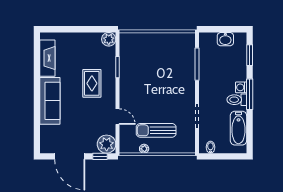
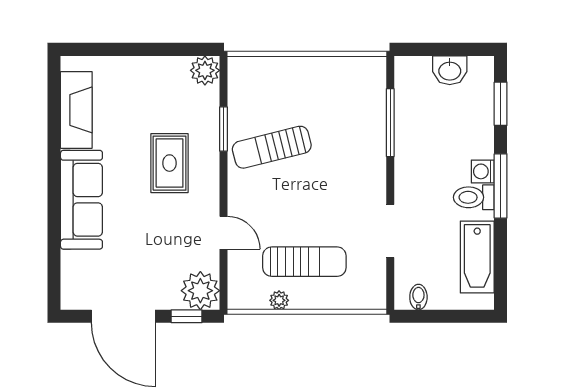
sun lounger: (141, 76) -> (272, 147), added
sun lounger: (156, 130) -> (304, 262), turned 180

